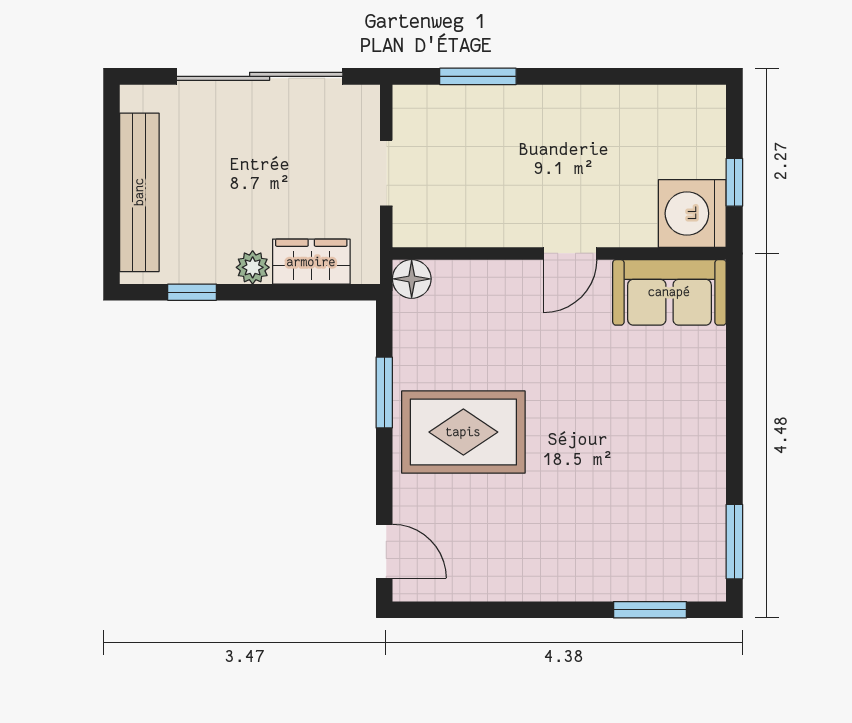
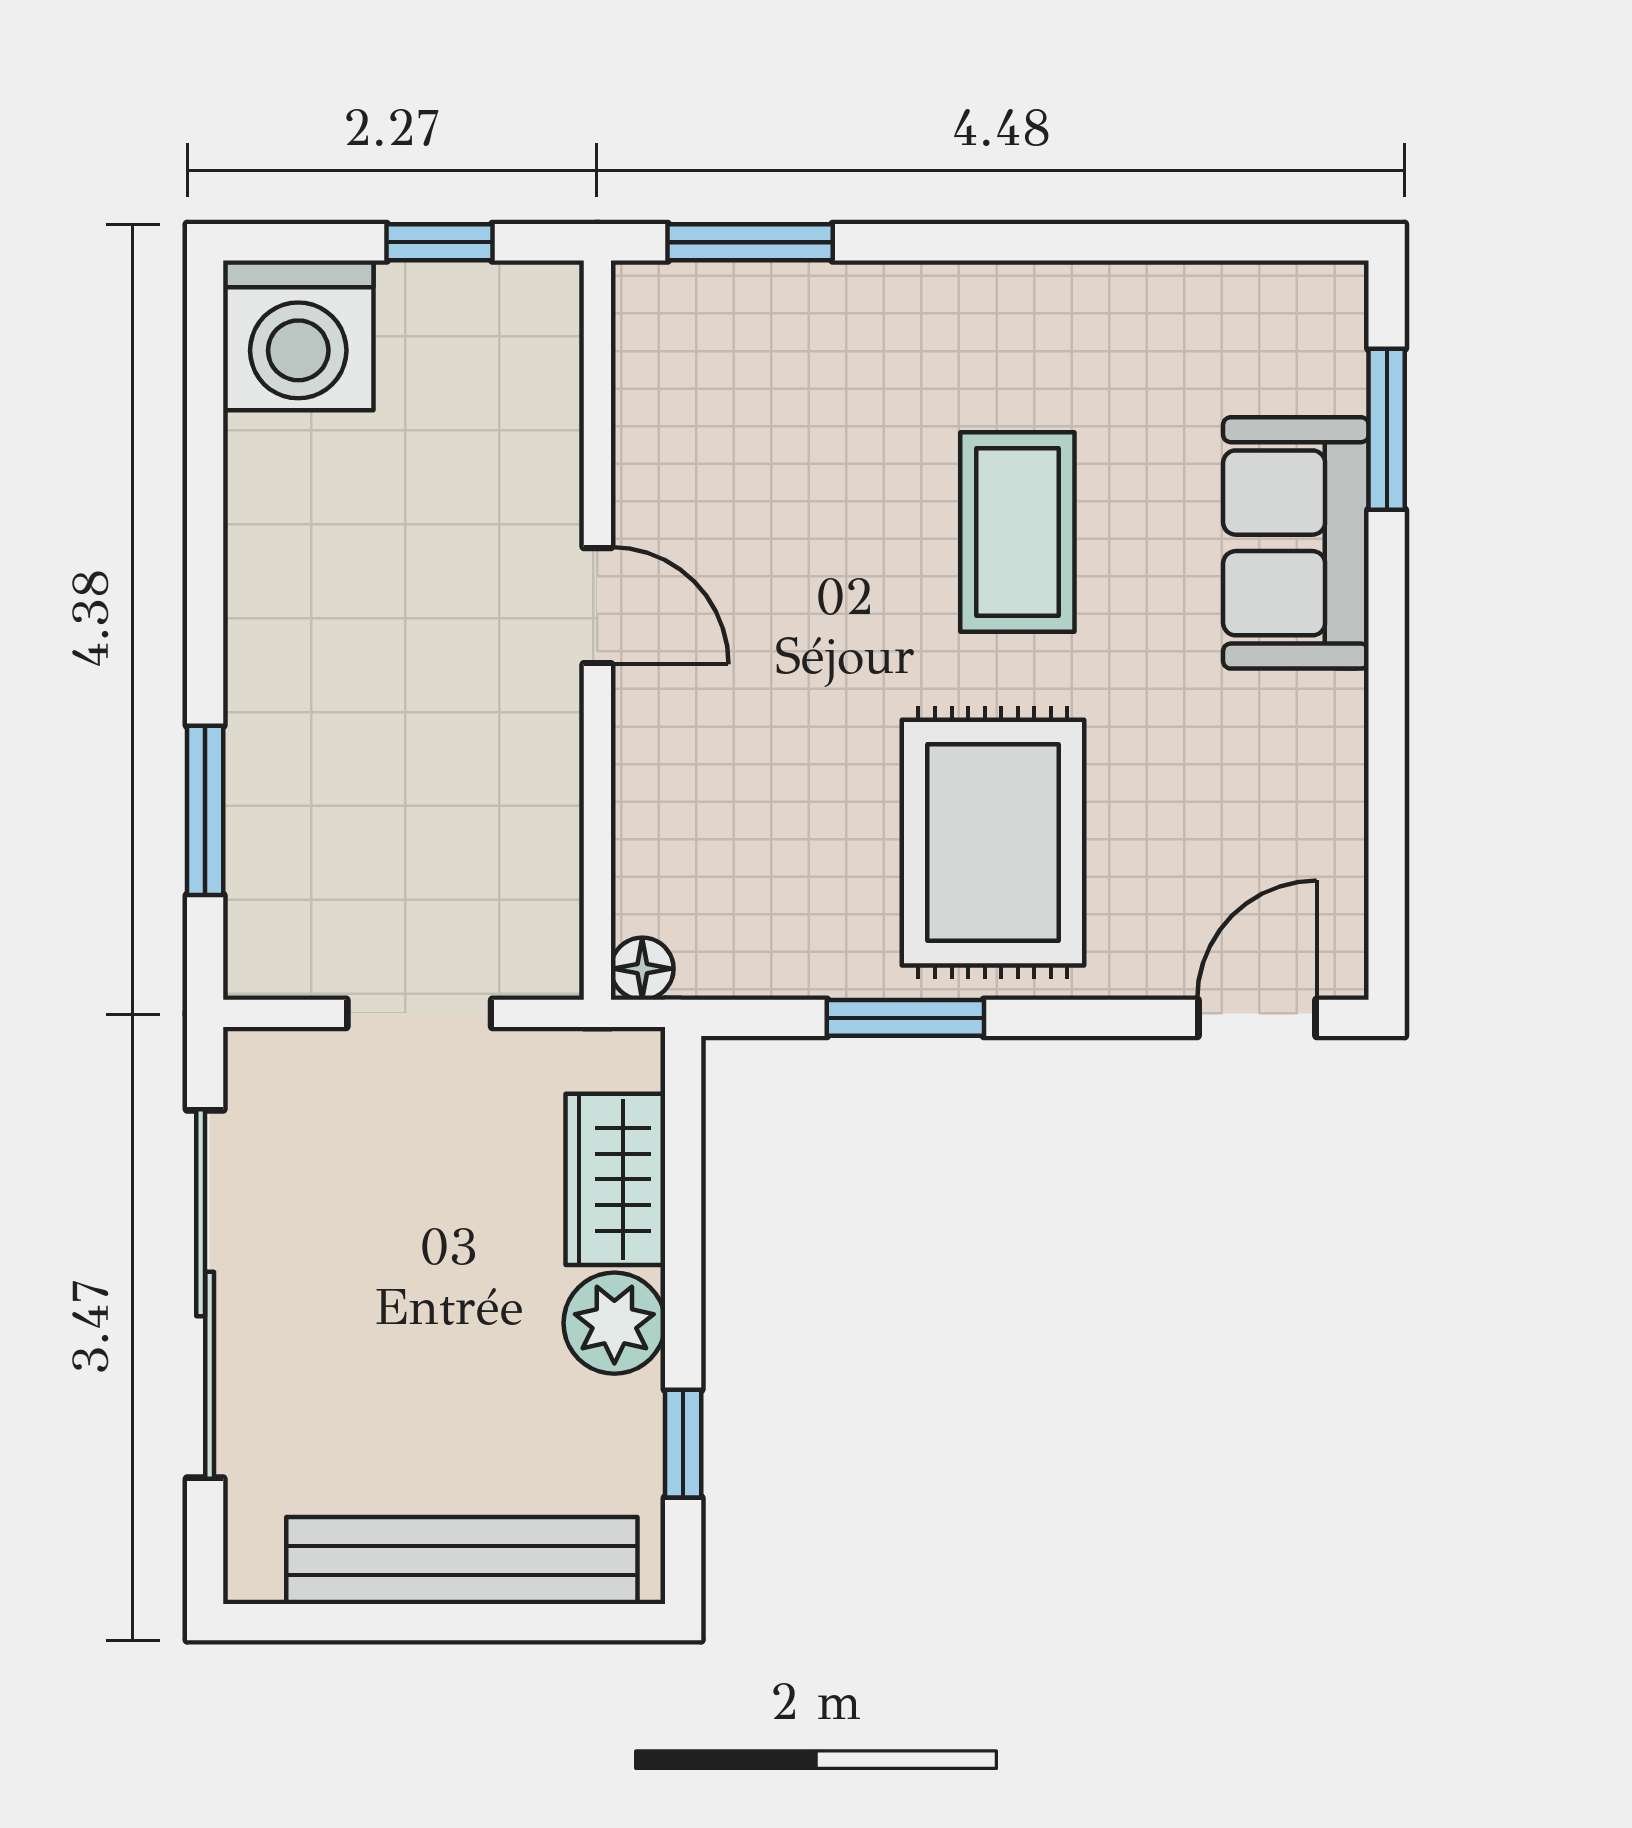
washing machine: (692, 213) -> (298, 335), moved
plant: (253, 267) -> (614, 1323), width x1.38, depth x1.38
floor lamp: (412, 279) -> (642, 969), width x0.73, depth x0.73
sofa: (669, 292) -> (1296, 543), moved, turned 180
coffee table: (604, 443) -> (1017, 532), added
window: (734, 542) -> (750, 242), moved

